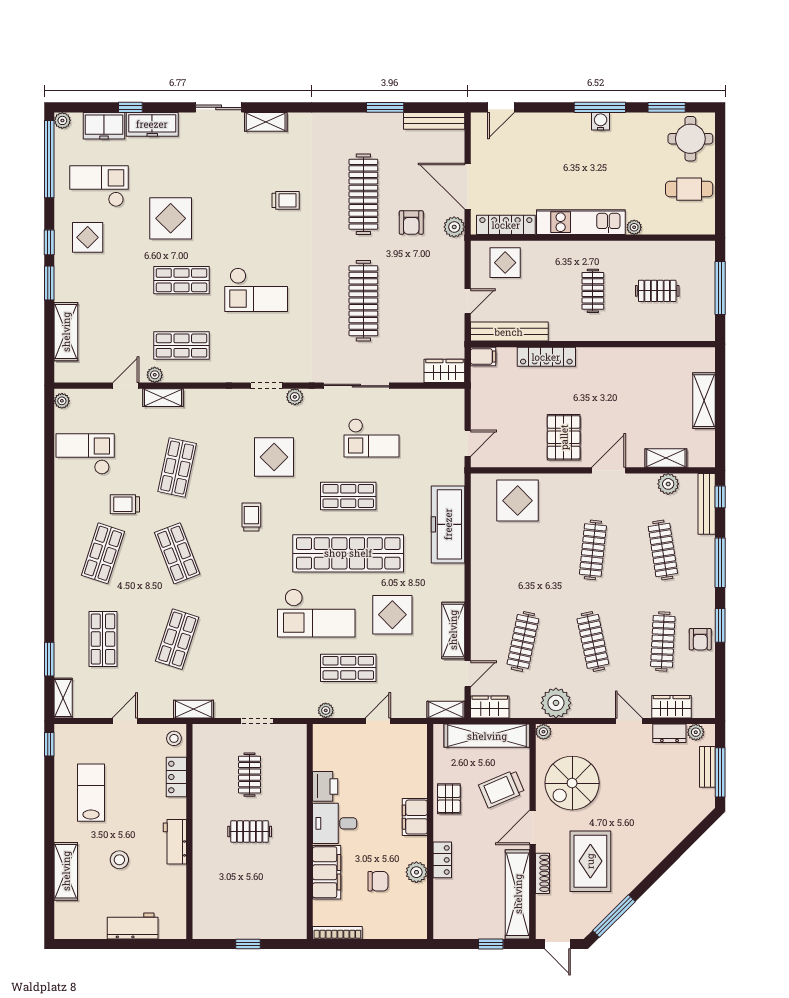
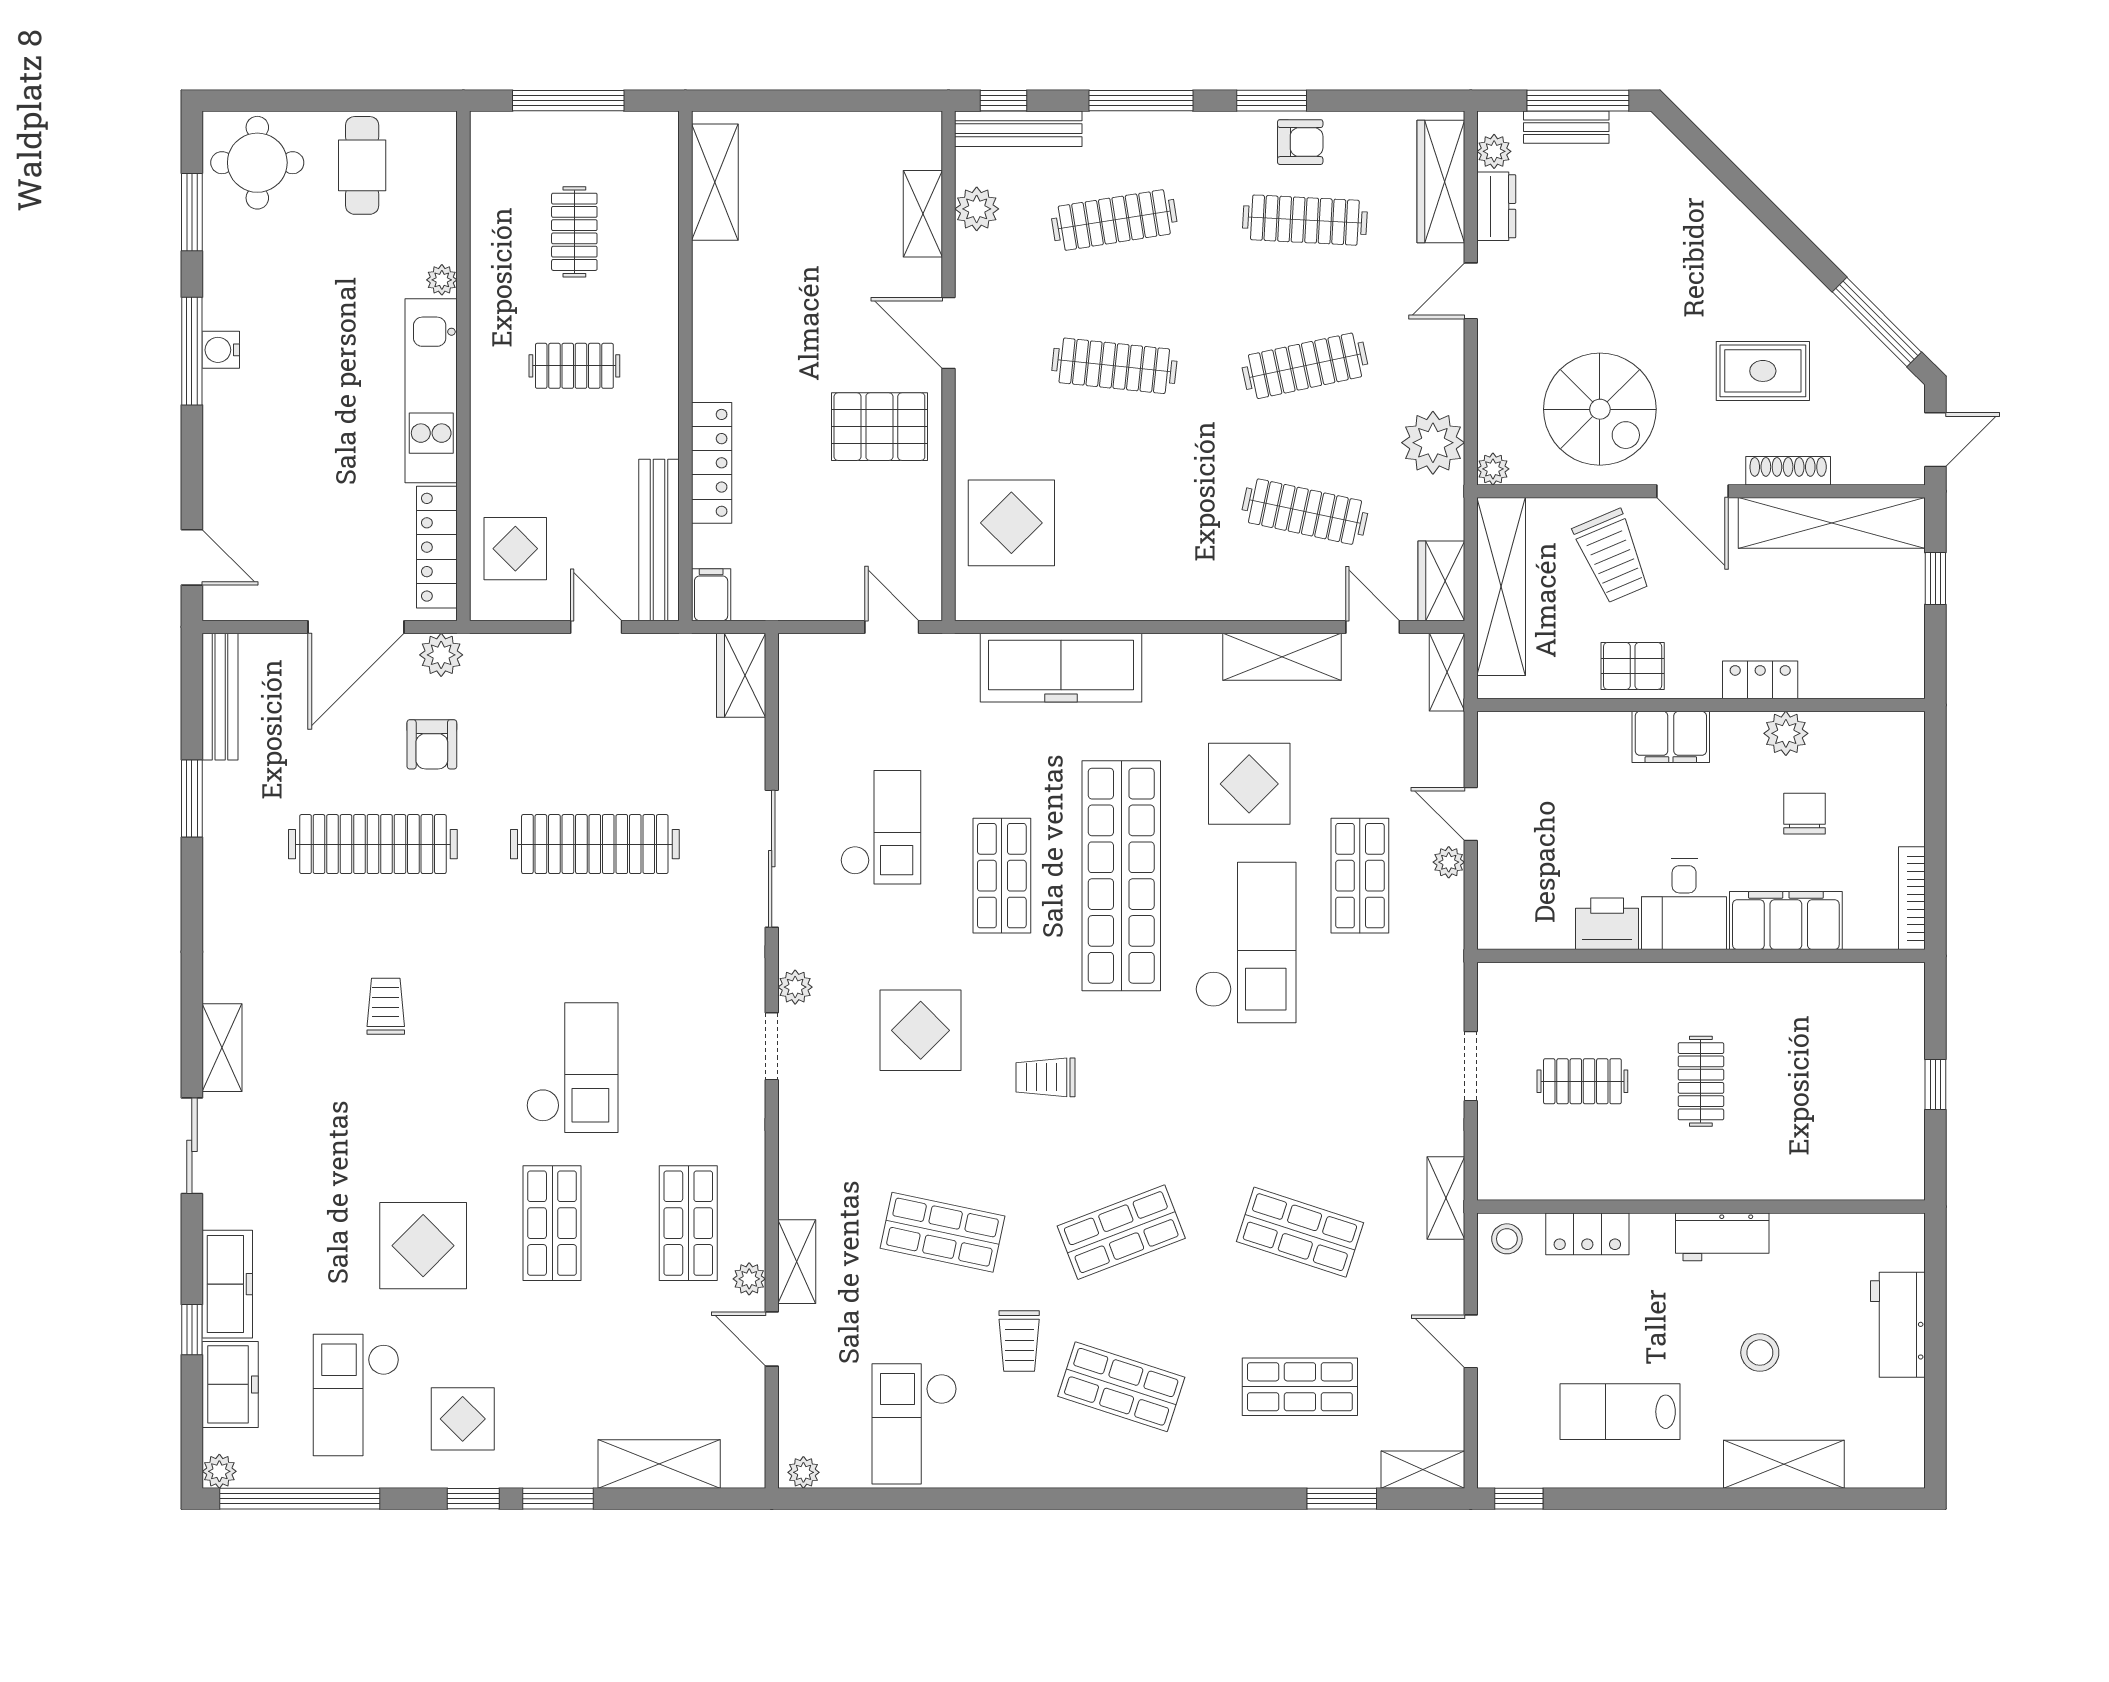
armchair: (411, 222) -> (432, 744), turned 90
shelving: (704, 401) -> (715, 182), moved, turned 90
wardrobe: (672, 707) -> (1441, 182), width x1.50
plant: (326, 710) -> (1449, 862), moved
rug: (590, 861) -> (1763, 371), width x0.73, depth x0.70

